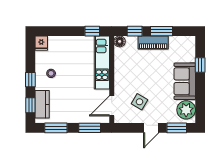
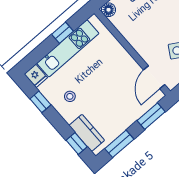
window: (92, 31) -> (62, 33), moved
kitchen unit: (102, 62) -> (68, 48), moved, turned -90
window: (30, 80) -> (40, 102), moved

